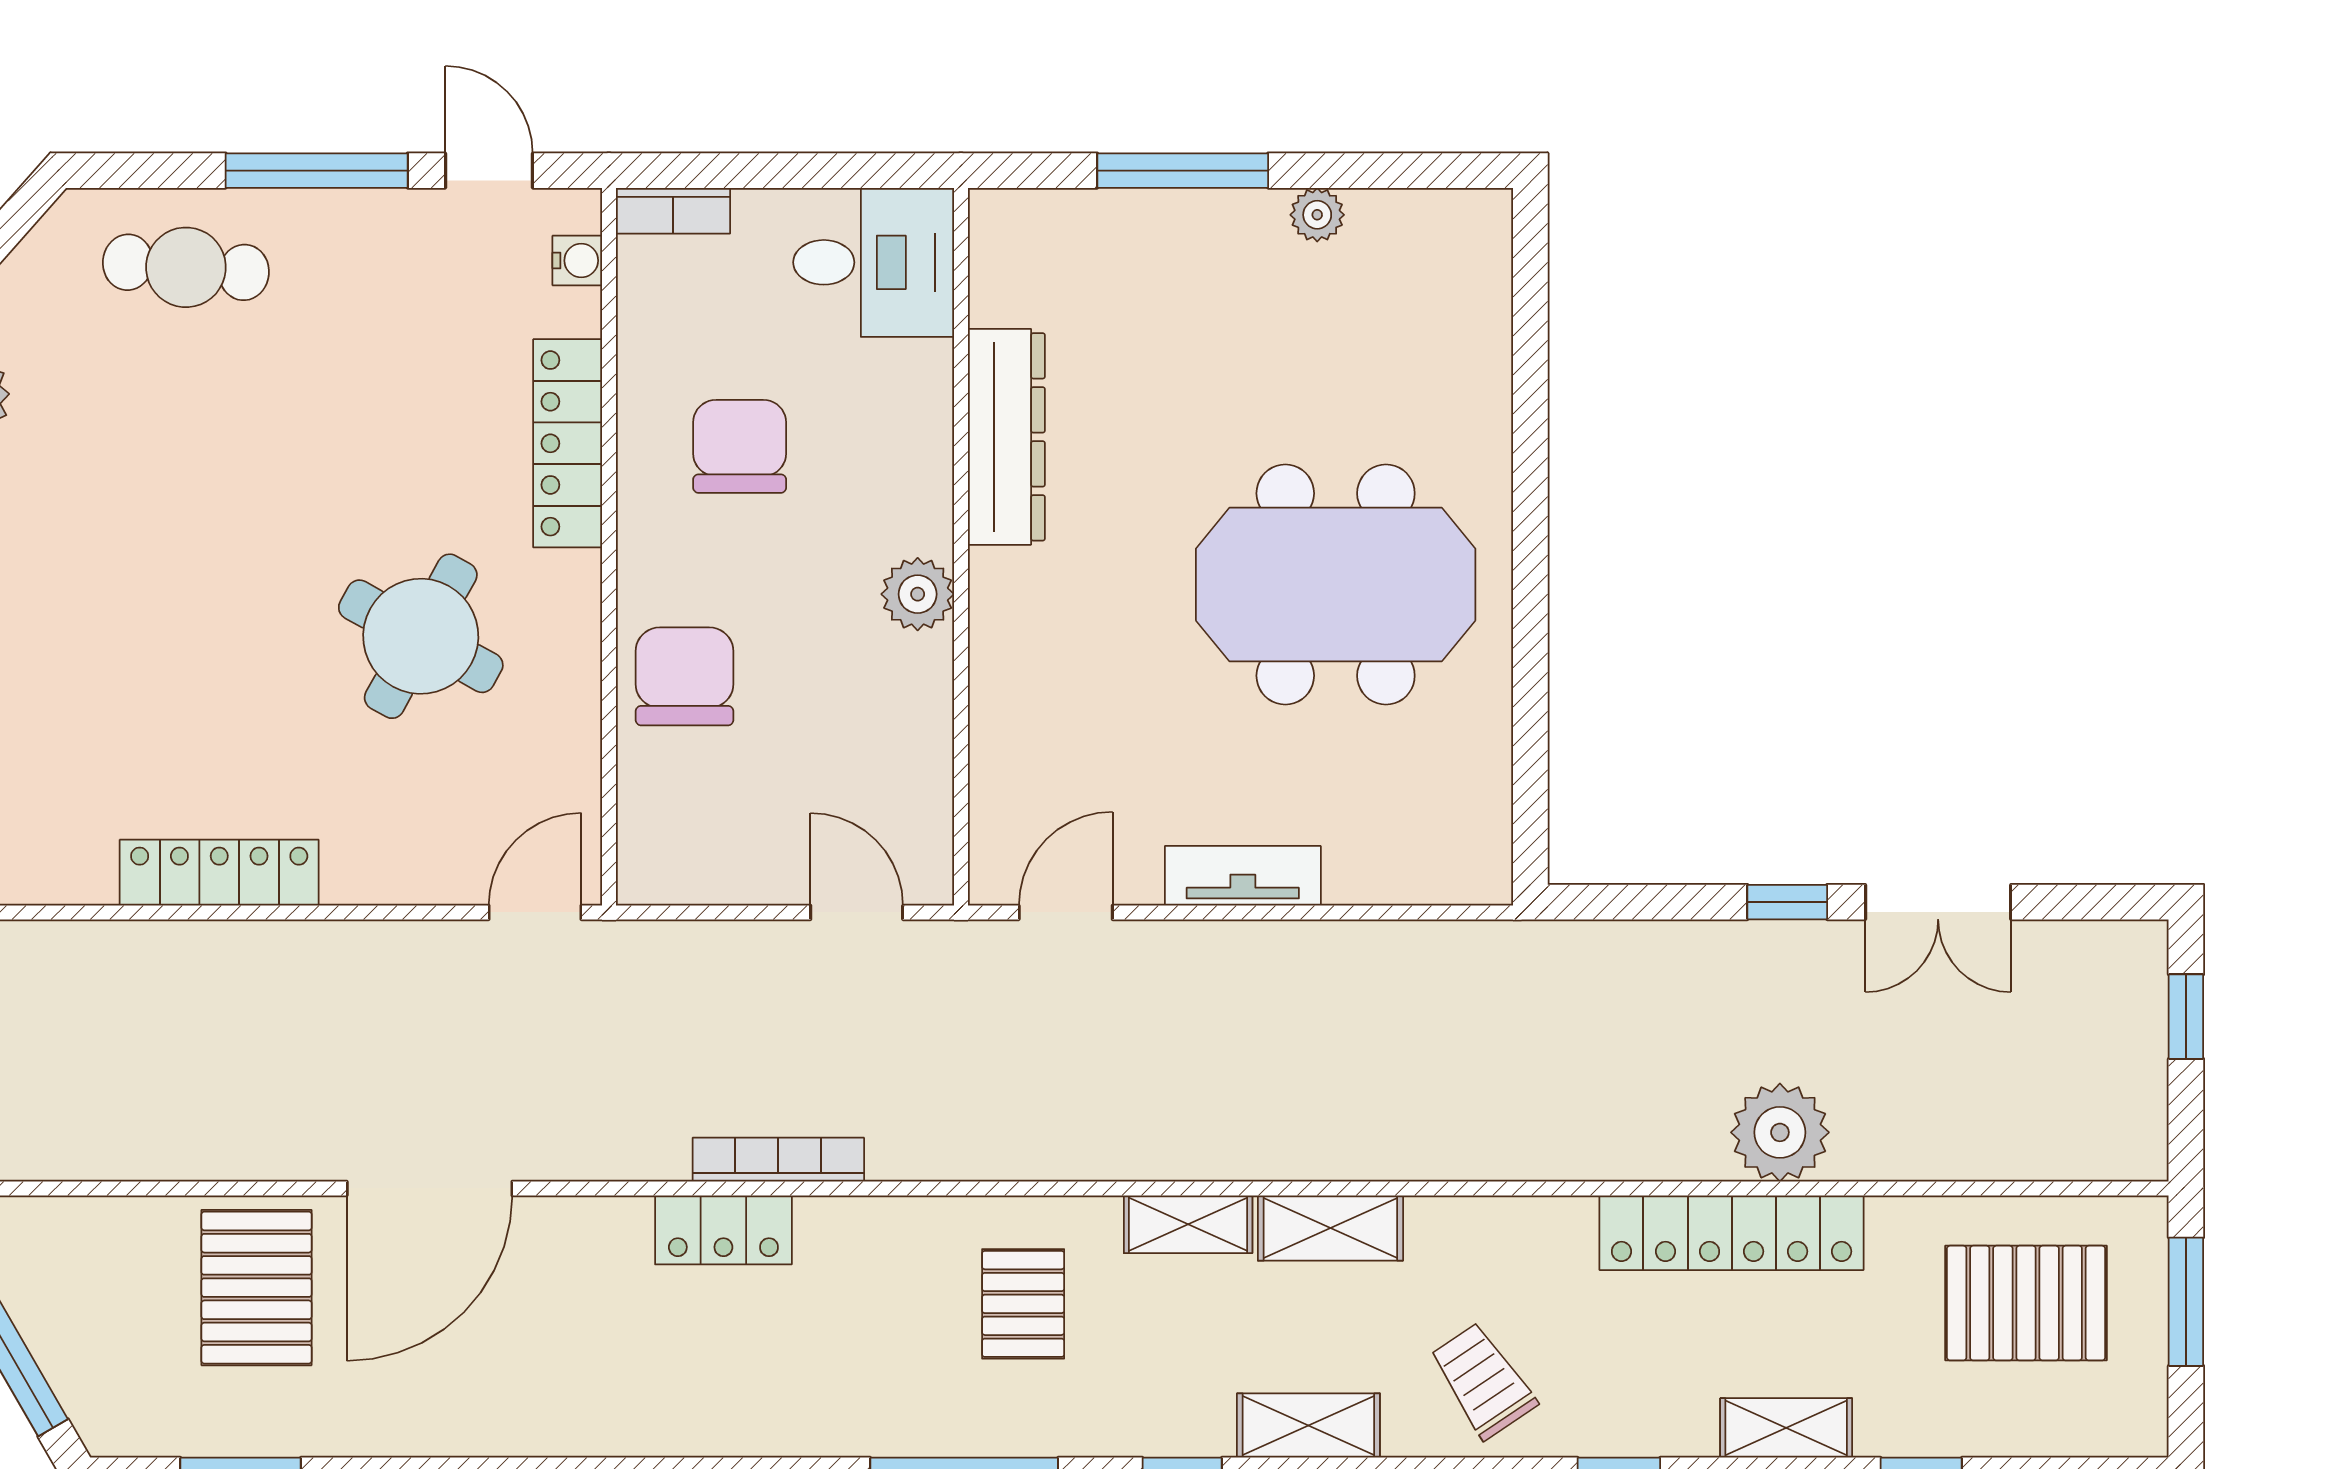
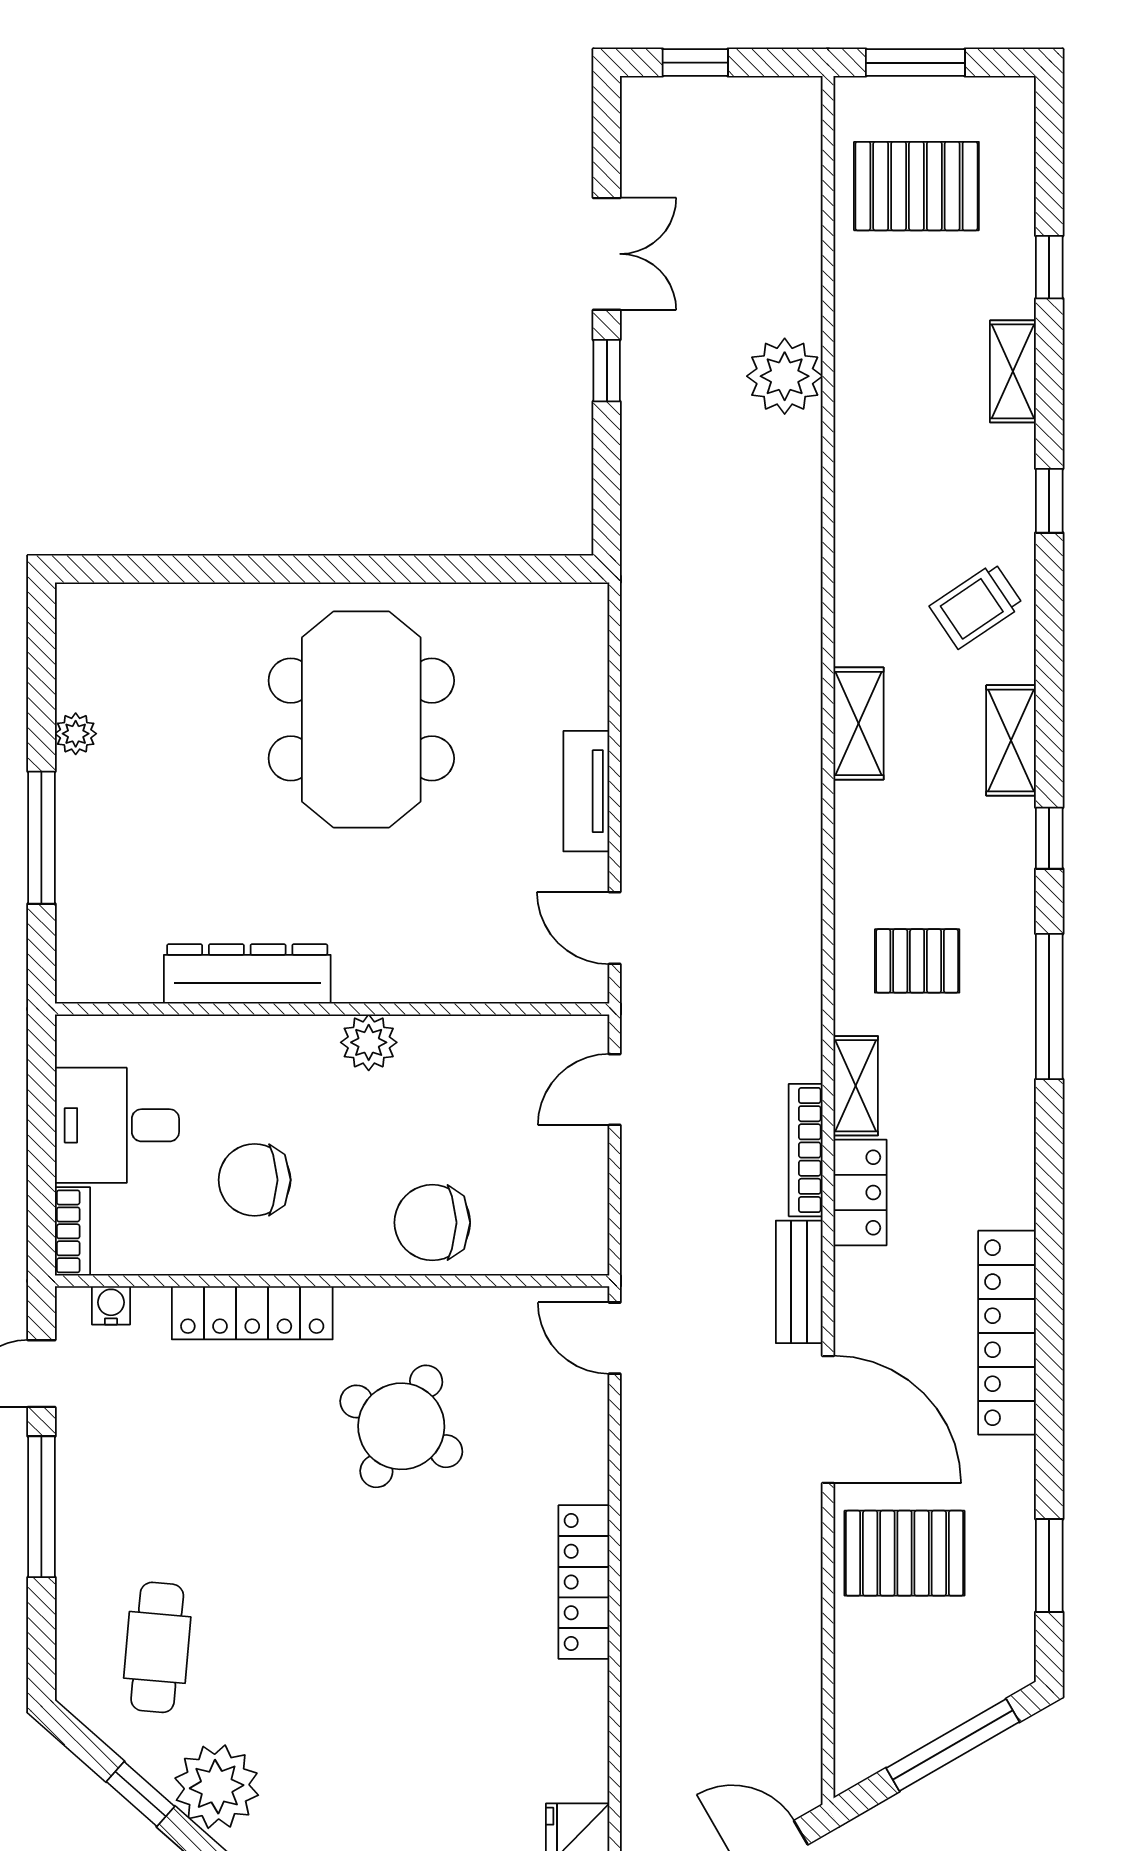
desk: (874, 262) -> (117, 1125), moved, turned -90
cafe table: (186, 267) -> (157, 1647), moved
bench: (608, 1151) -> (799, 1282), added
shelving: (1188, 1224) -> (856, 1086), moved
locker: (1732, 1233) -> (1007, 1333), moved, turned 180
pallet: (2026, 1303) -> (916, 186), turned 90

